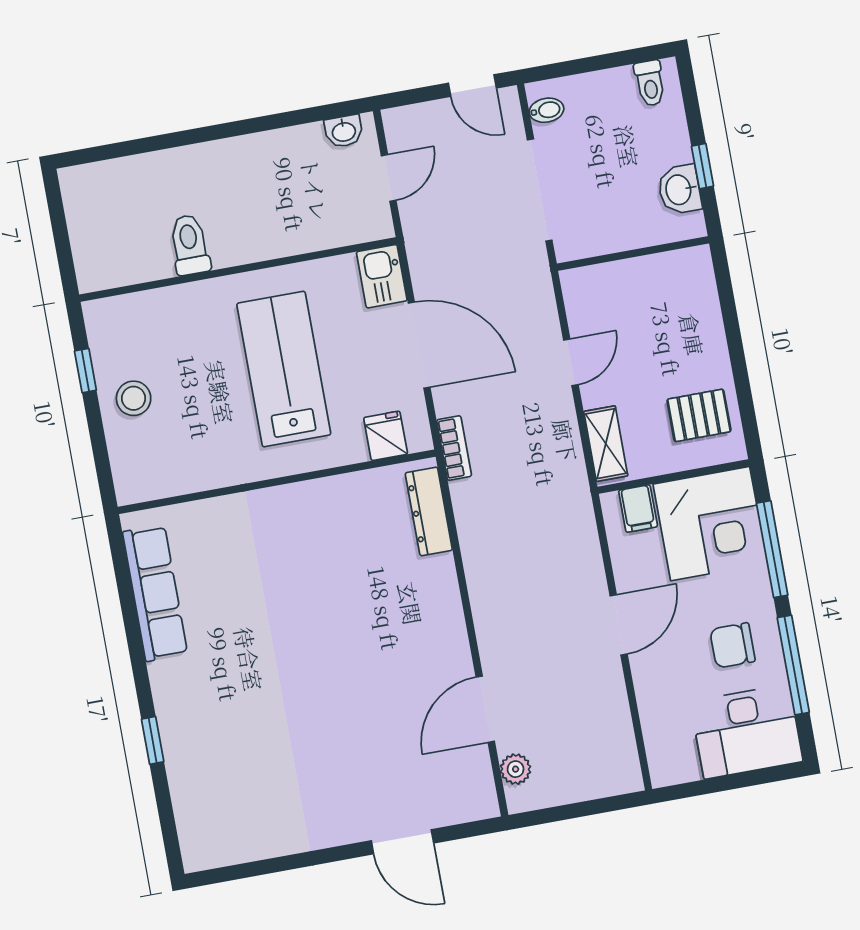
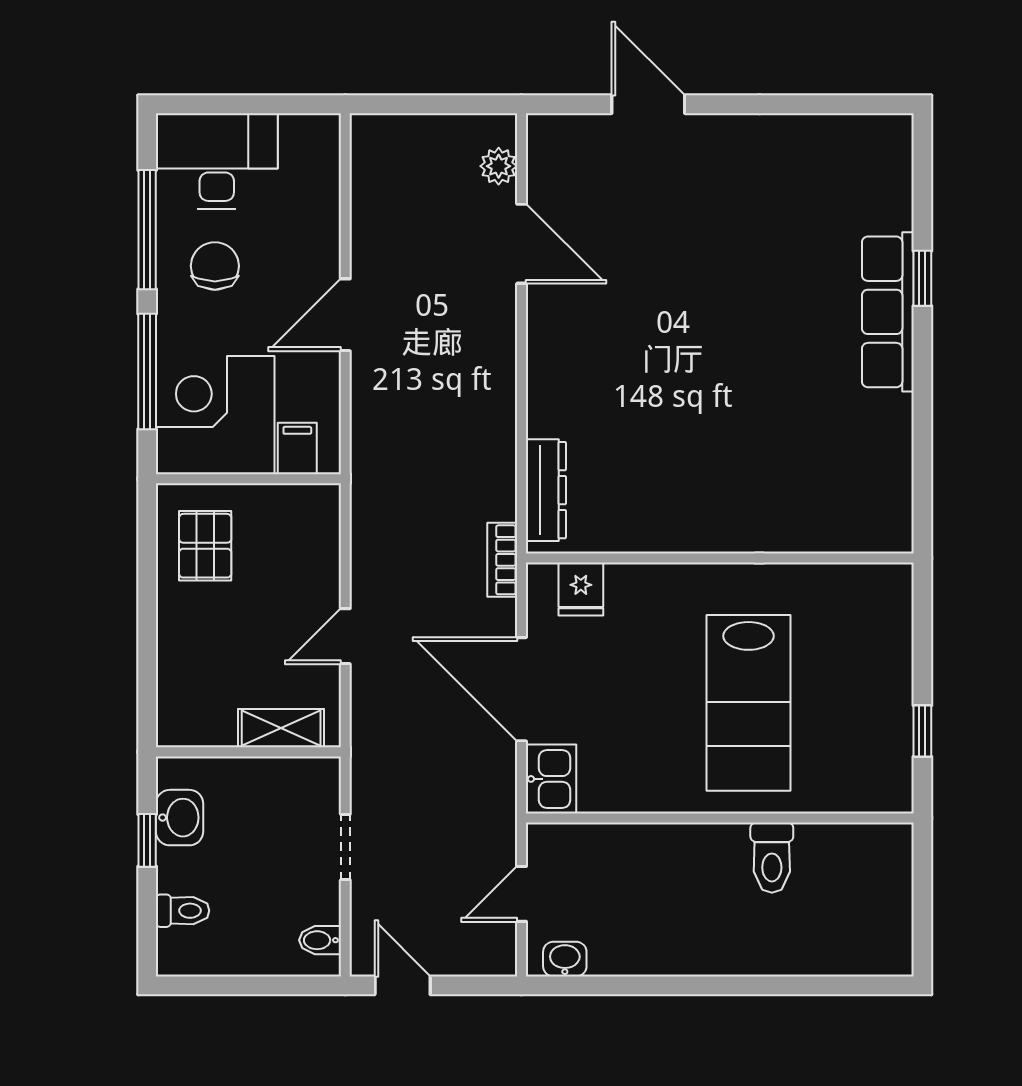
toilet: (650, 83) -> (183, 911), moved, turned 90
doorway: (540, 190) -> (345, 847), width x0.53
lab bench: (284, 369) -> (749, 703), moved
stool: (134, 398) -> (871, 688), removed
pallet: (699, 415) -> (205, 546), turned 90
shelving: (606, 444) -> (281, 728), moved, turned 90
row of seats: (155, 593) -> (888, 312), moved
chair: (732, 645) -> (215, 266), turned -90
door: (485, 709) -> (522, 244), hinge flipped

